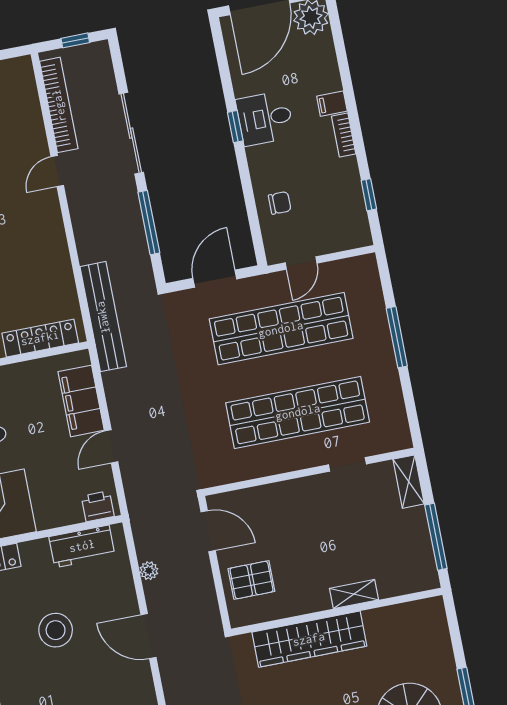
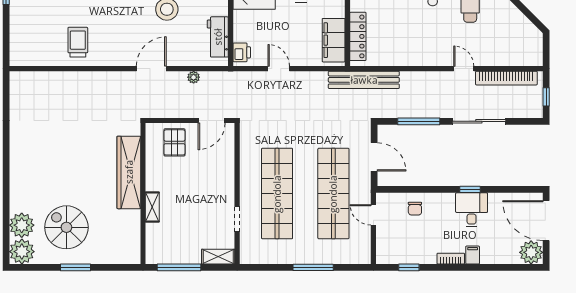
filing cabinet: (81, 401) -> (334, 40), moved, turned -90

